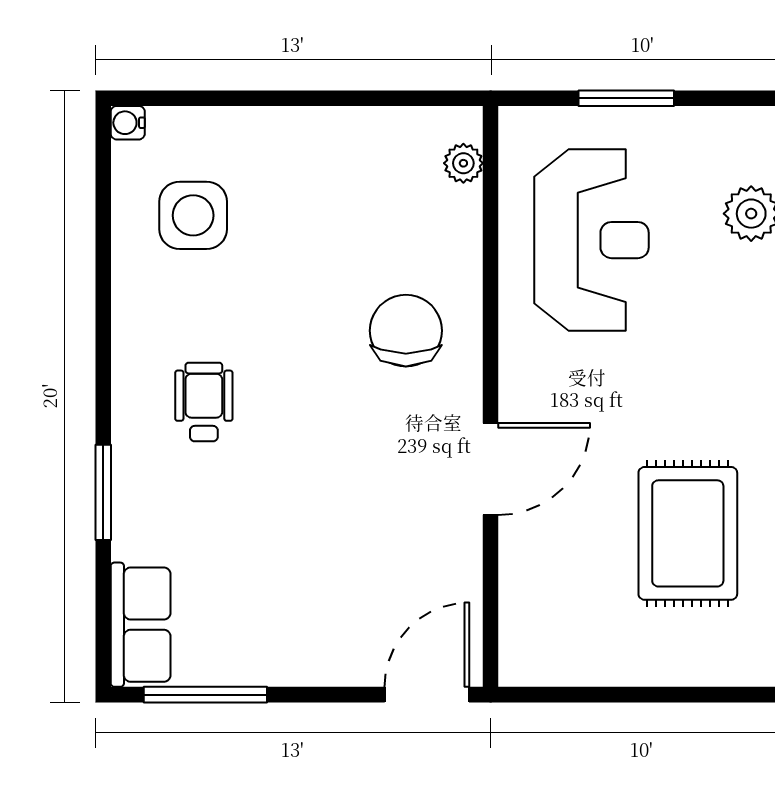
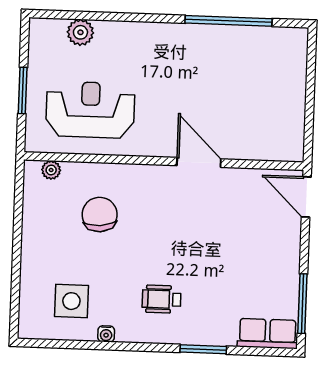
water cooler: (128, 123) -> (106, 334), moved
chair: (406, 331) -> (100, 214), moved, turned 85
rug: (688, 533) -> (233, 69), removed

